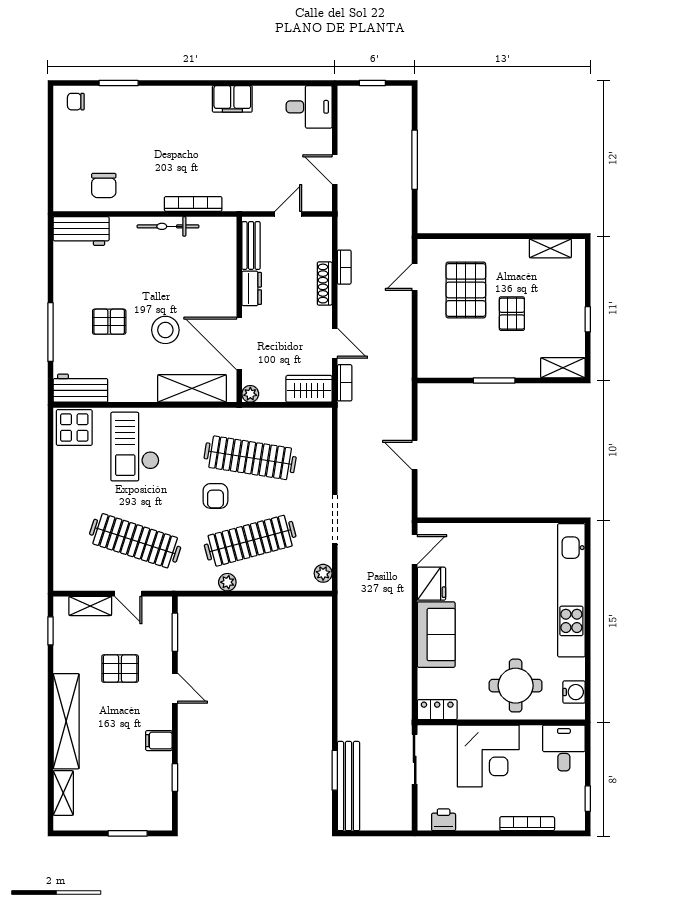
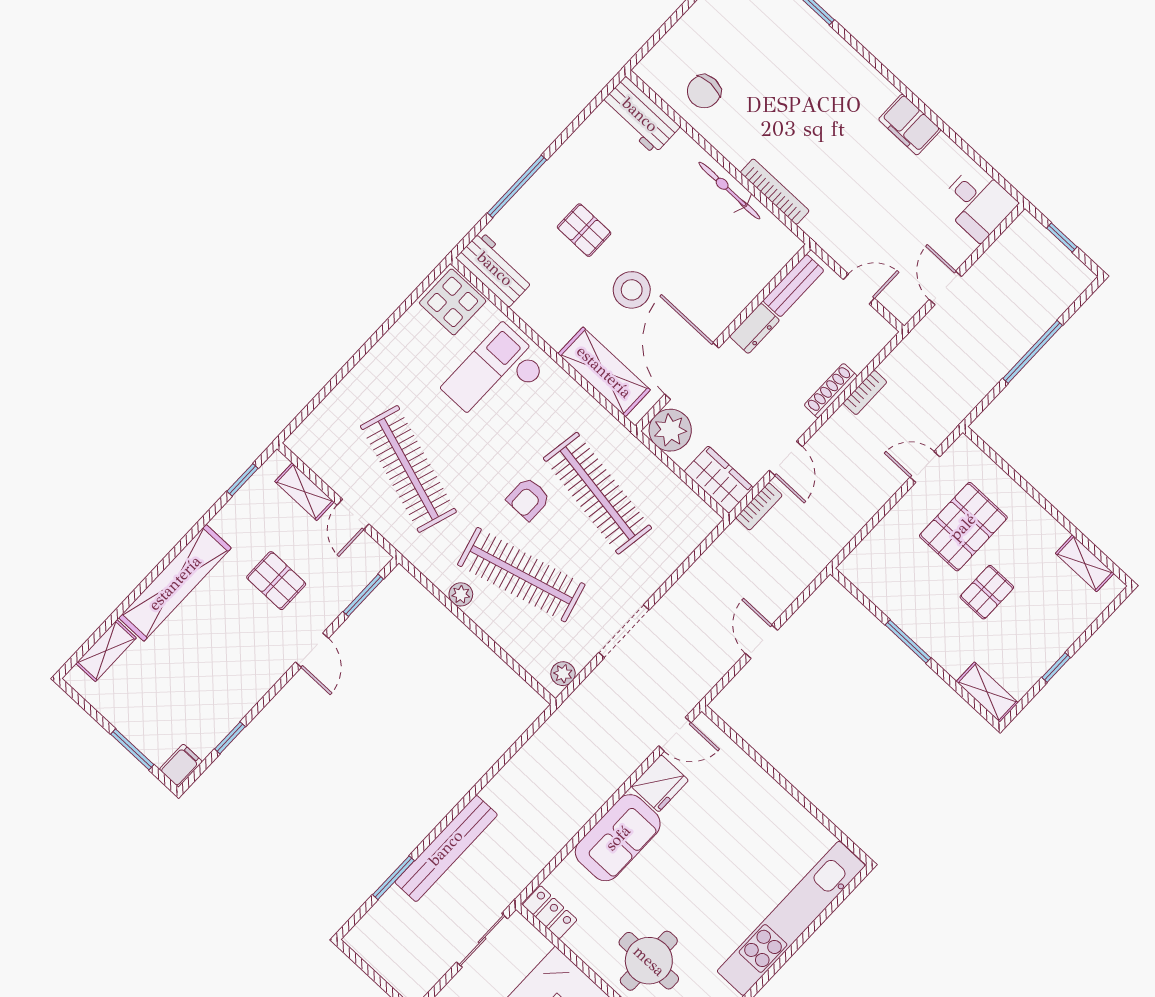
plant: (250, 394) -> (670, 430), width x1.88, depth x1.88
filing cabinet: (159, 741) -> (181, 766), moved, turned 90
bench: (348, 786) -> (446, 848), moved

